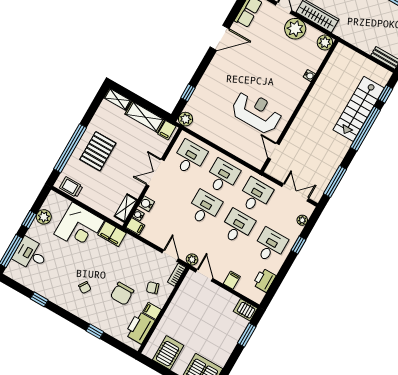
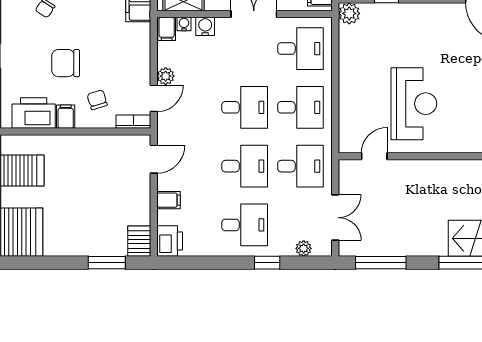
plant: (192, 259) -> (166, 76), moved
printer: (264, 280) -> (170, 241), moved, turned 90

